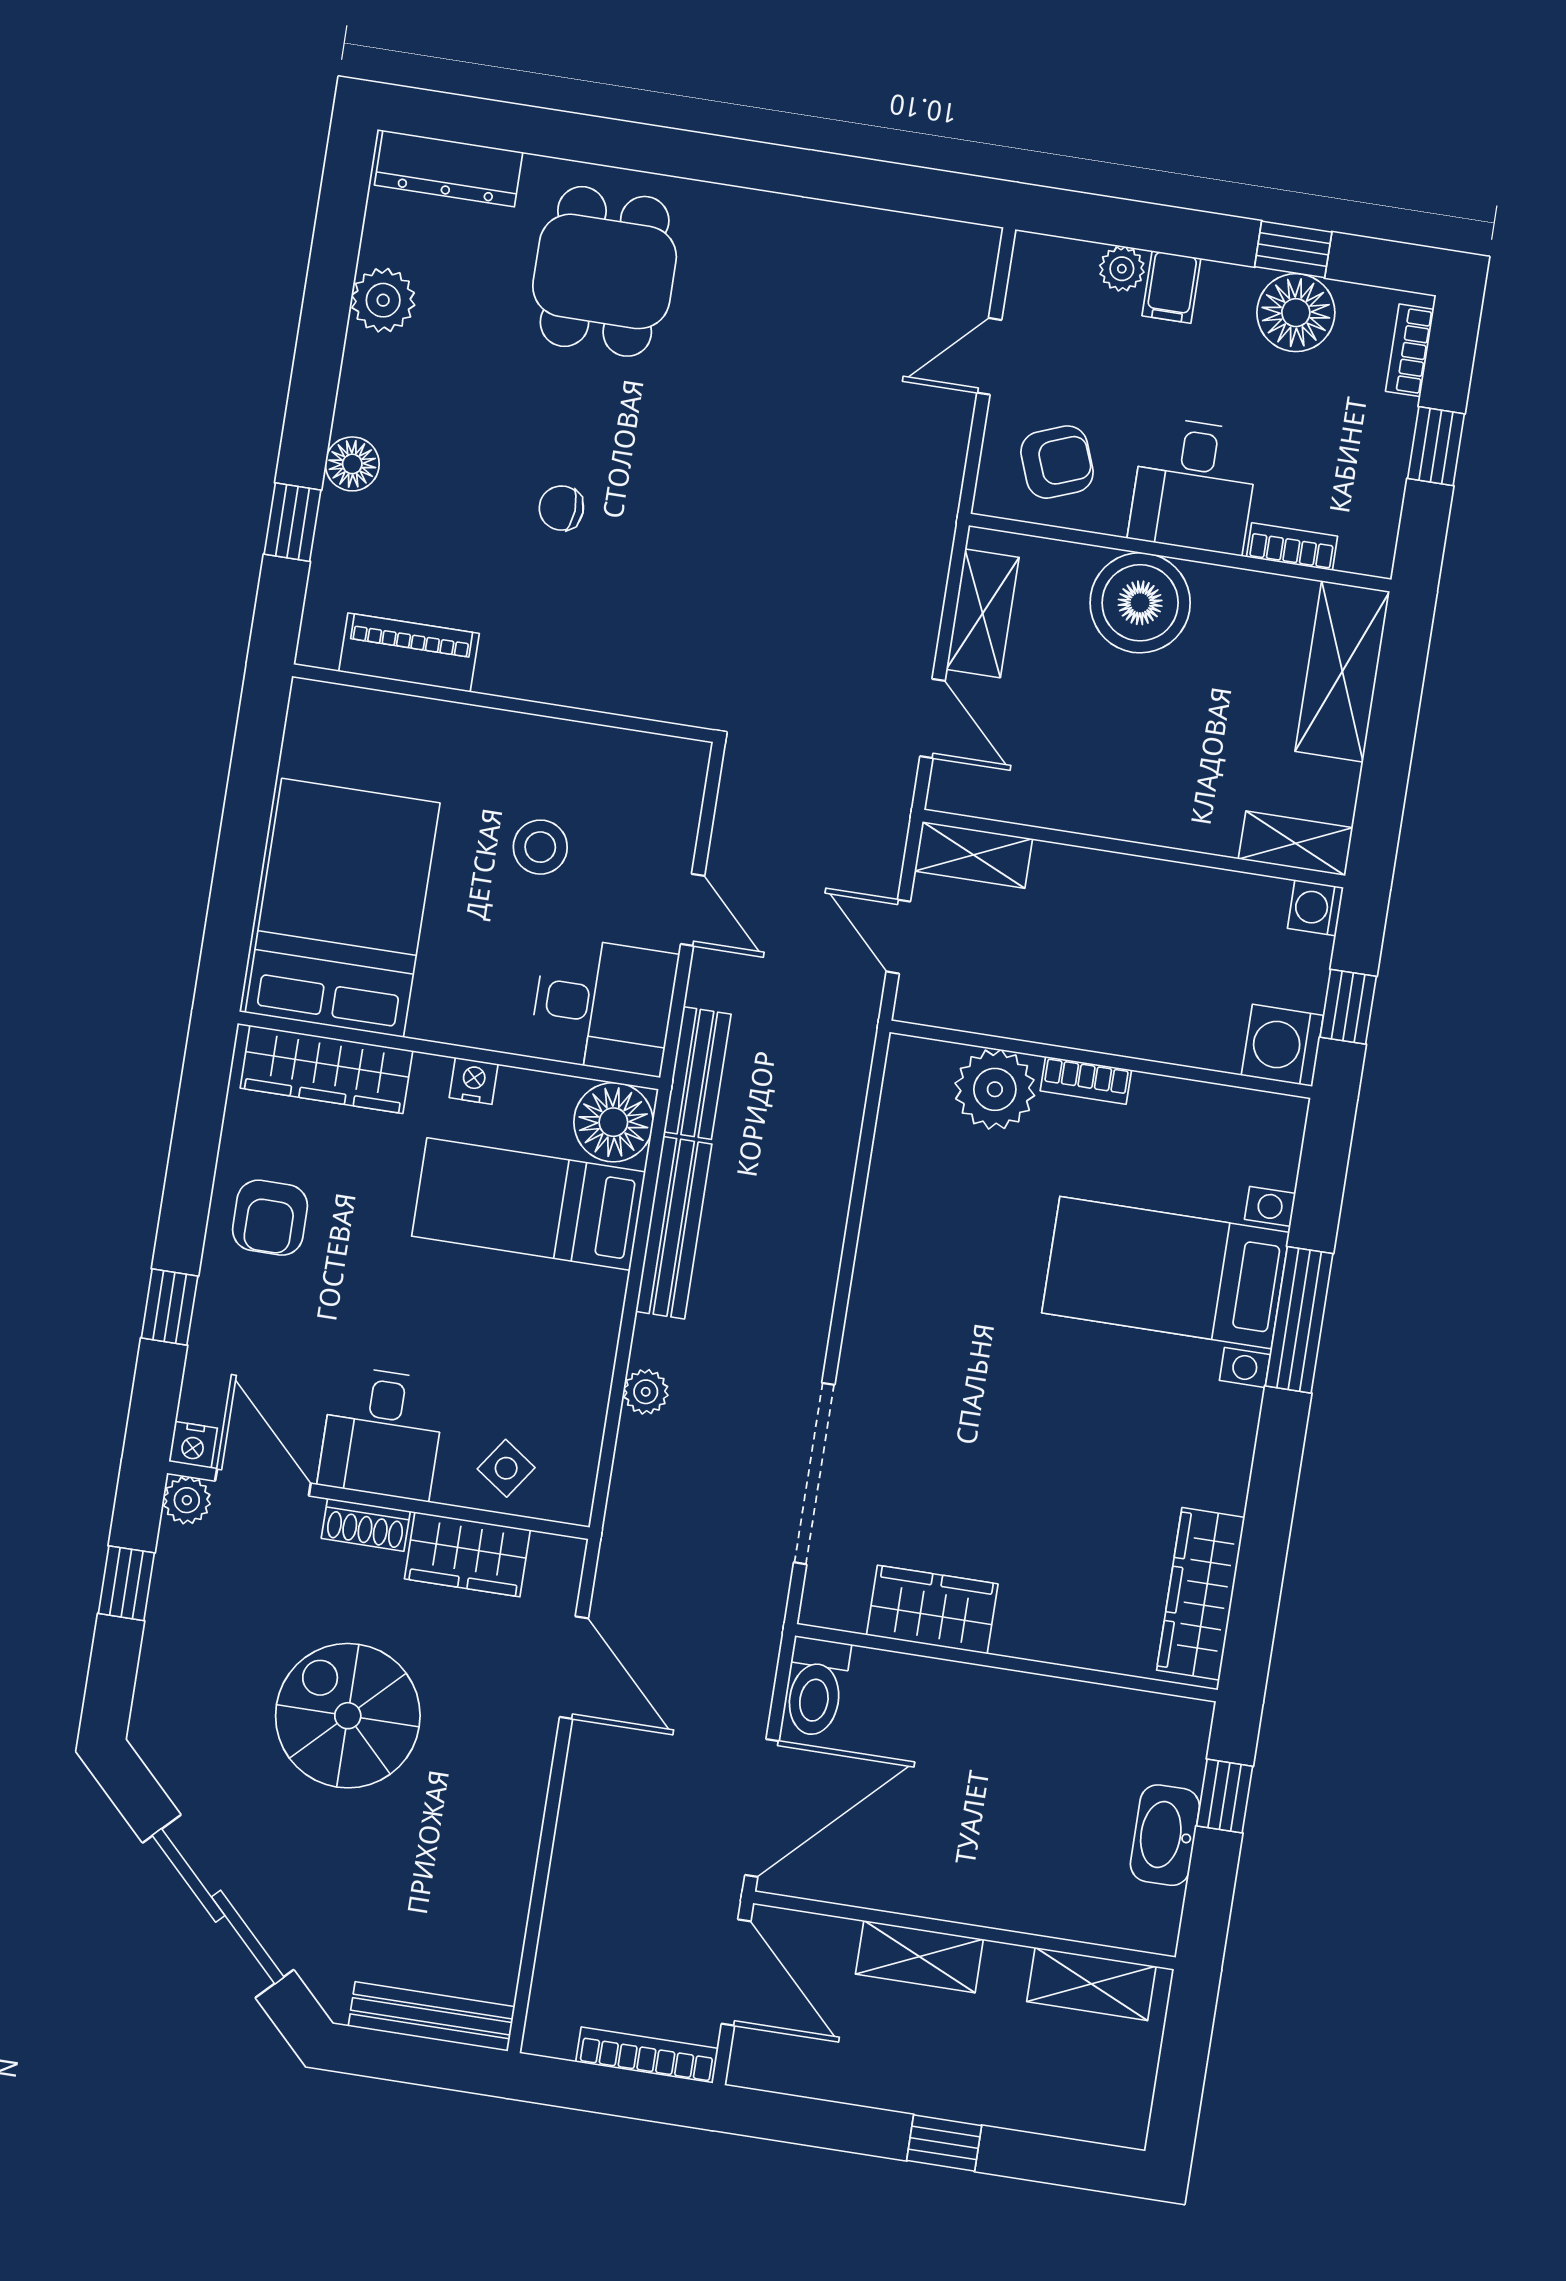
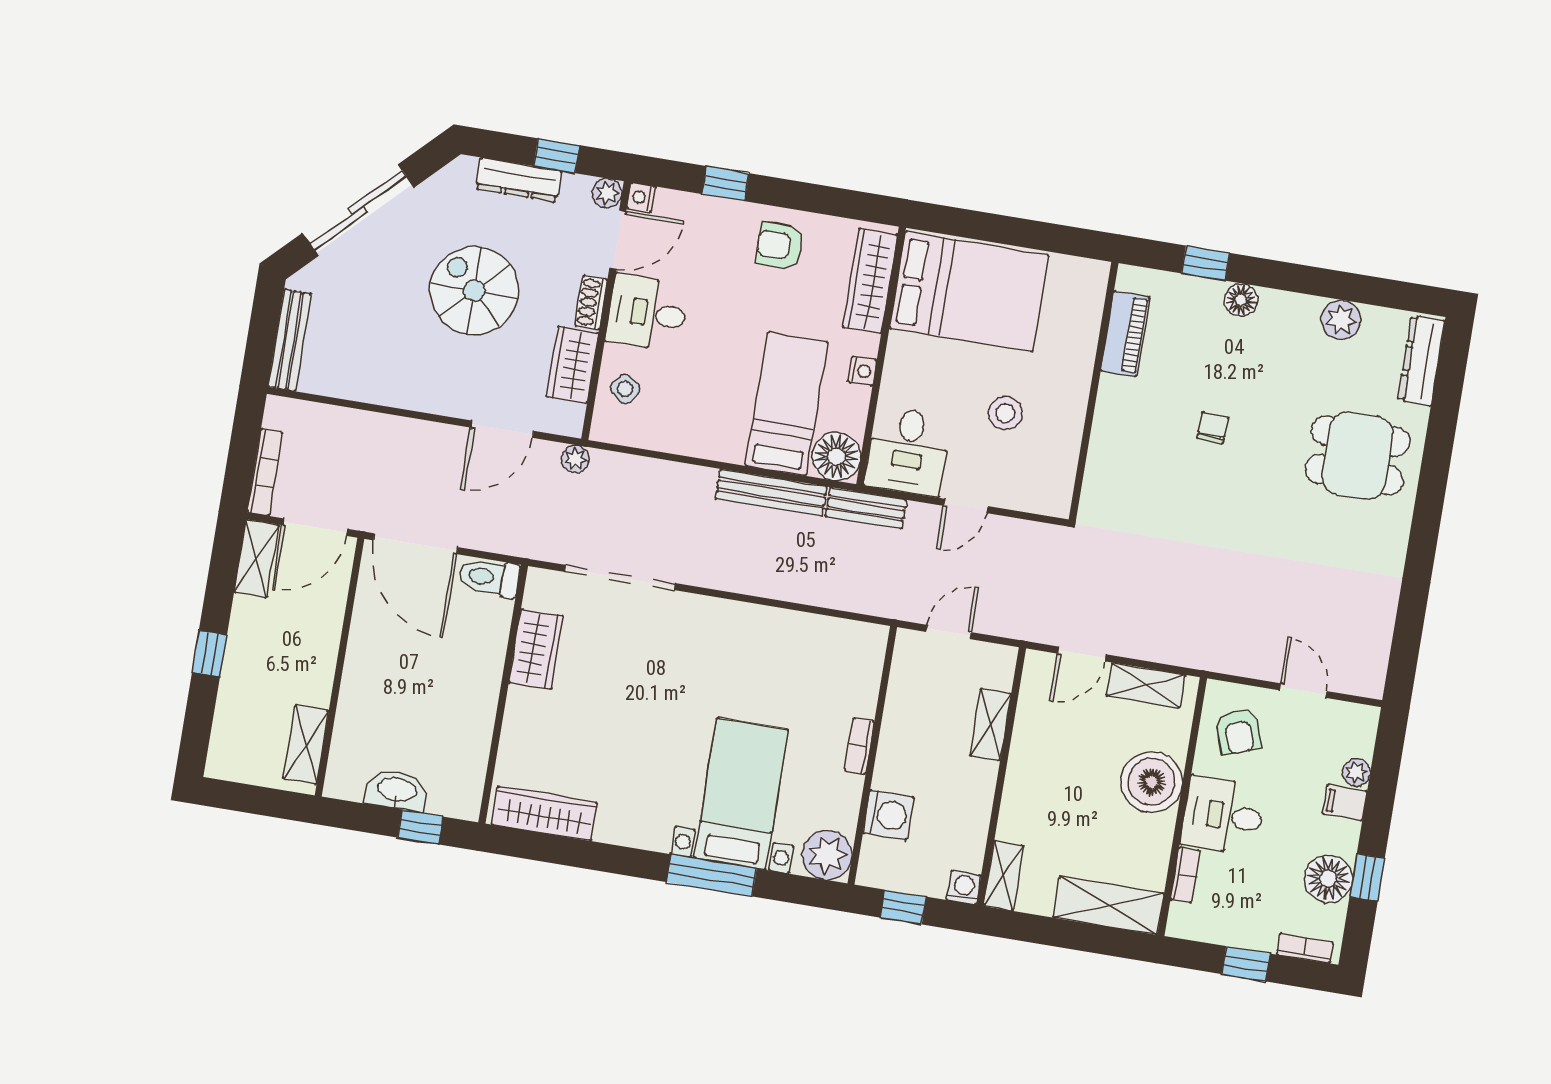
shelving: (974, 855) -> (990, 725), moved
washing machine: (1282, 1045) -> (888, 815), moved, turned 90
plant: (995, 1089) -> (827, 855), moved
plant: (646, 1392) -> (575, 459), moved
dresser: (167, 1645) -> (519, 180), added
spiral stairs: (348, 1716) -> (474, 291), turned -90
shelving: (919, 1957) -> (256, 559), moved

